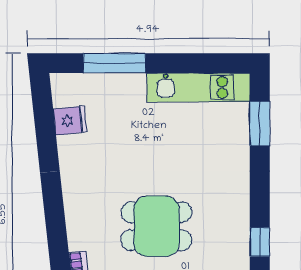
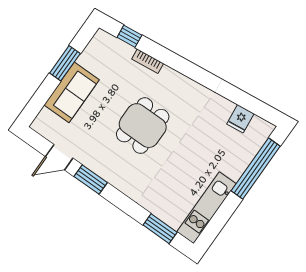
window: (114, 63) -> (256, 168), width x1.46
window: (260, 242) -> (91, 179), width x1.50

